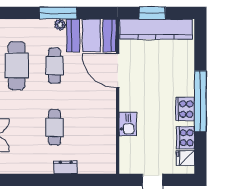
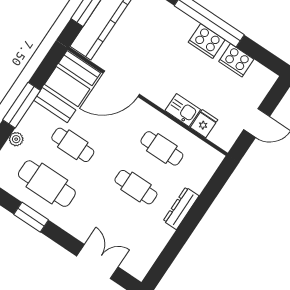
plant: (60, 25) -> (16, 139), moved
cafe table: (92, 127) -> (162, 148), added
fridge: (185, 158) -> (204, 124), moved, turned 180
dresser: (66, 167) -> (181, 208), width x1.44

